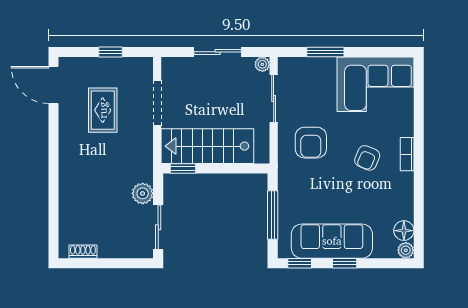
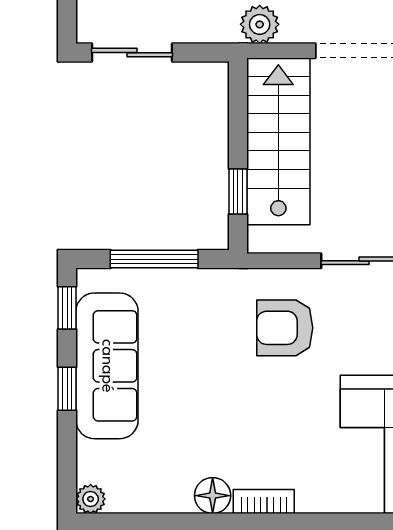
armchair: (367, 158) -> (257, 429), removed
window: (183, 168) -> (238, 192), moved
plant: (143, 193) -> (260, 24), moved
floor lamp: (404, 231) -> (213, 496), moved

